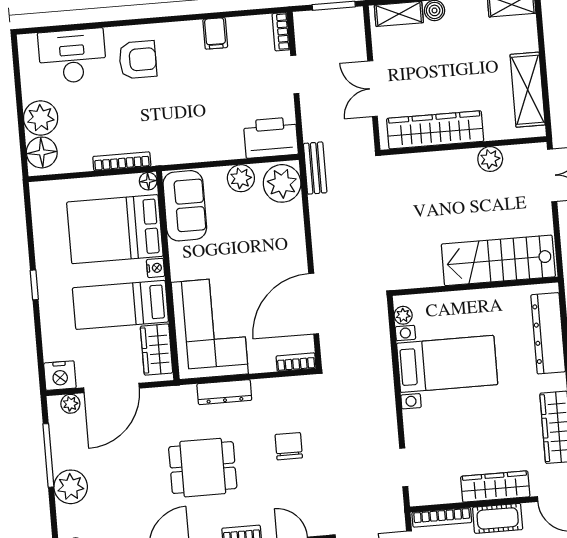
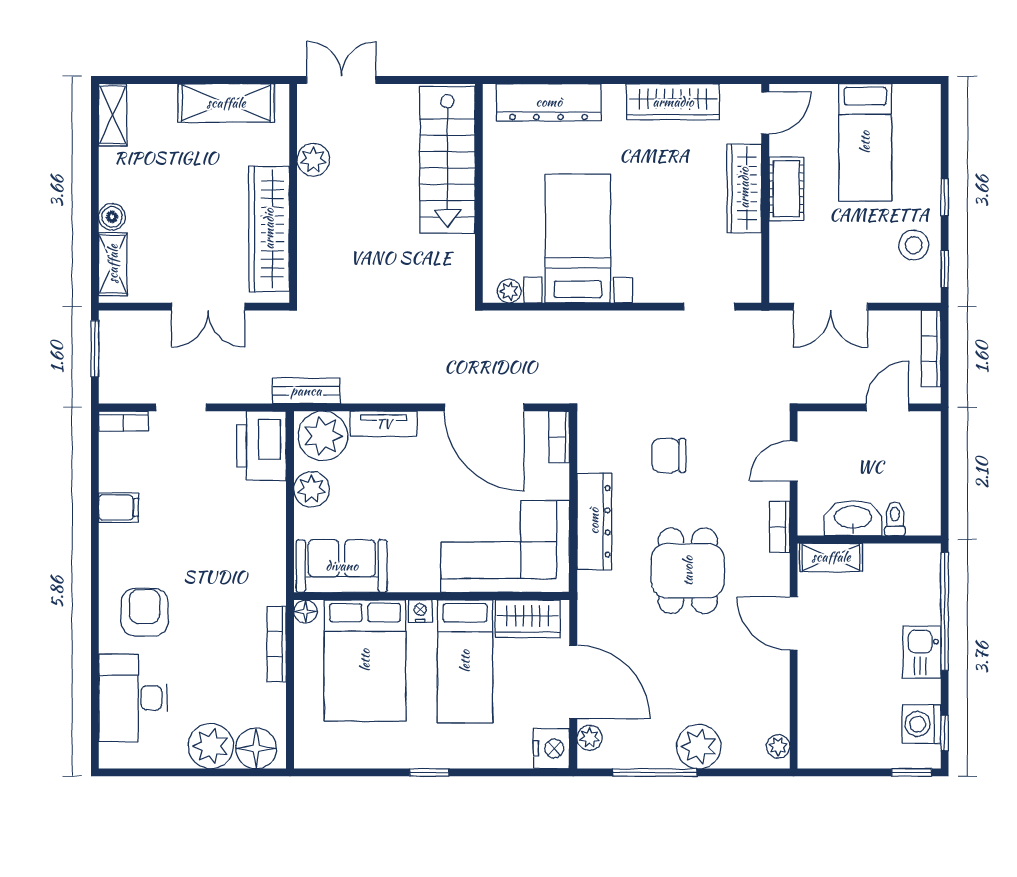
tv unit: (295, 229) -> (384, 424), added
dresser: (224, 392) -> (594, 521), width x1.37, depth x1.24
bookcase: (442, 517) -> (779, 262), removed

